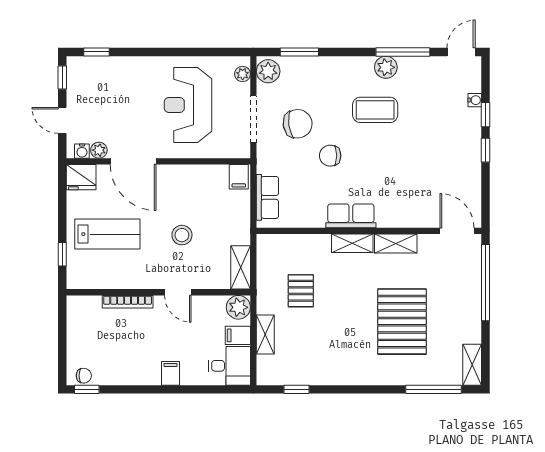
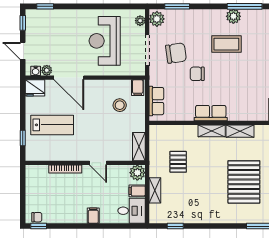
stool: (182, 235) -> (120, 105), moved

